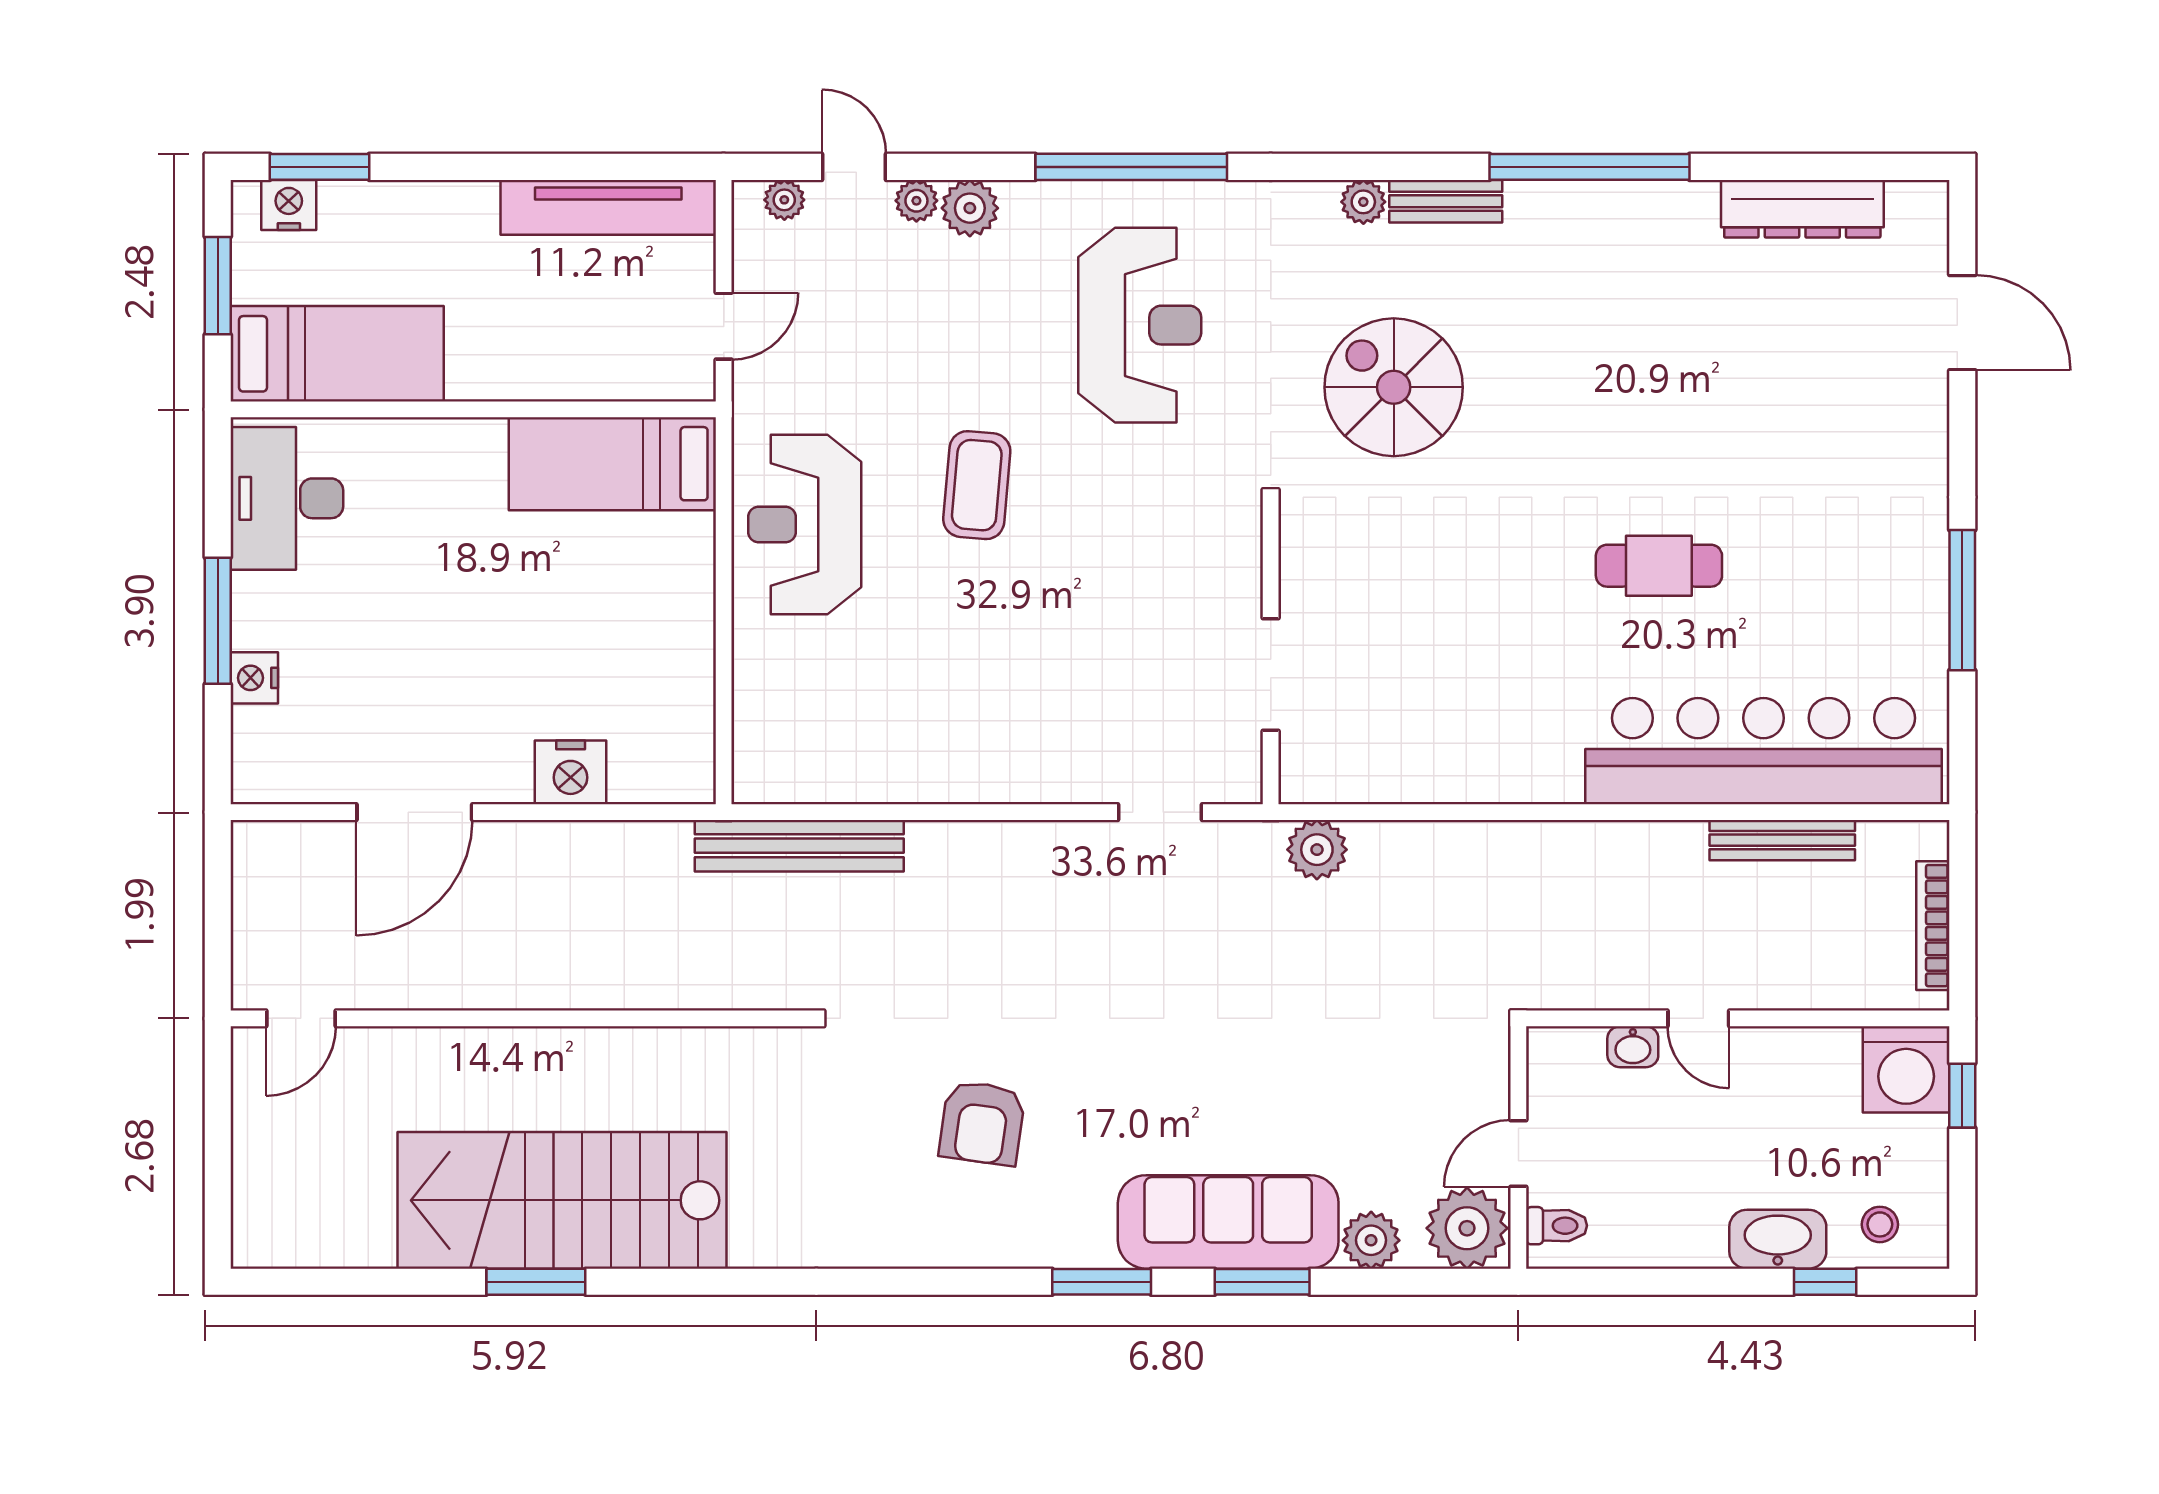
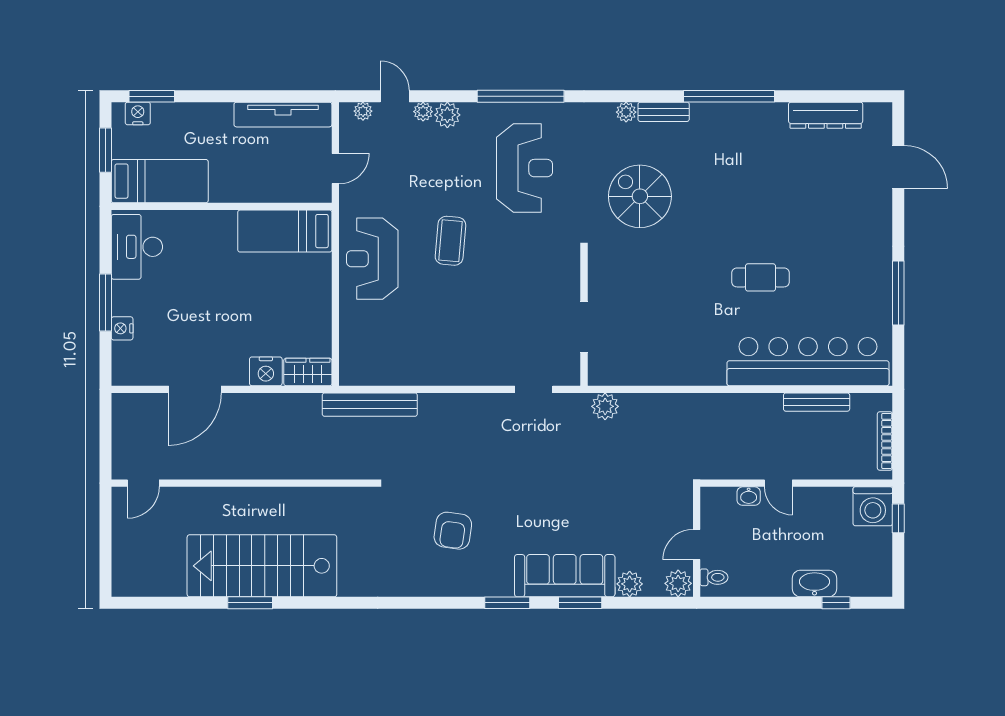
wardrobe: (663, 774) -> (308, 372), added
stool: (1880, 1224) -> (861, 577), removed
plant: (1467, 1228) -> (678, 583), width x0.73, depth x0.73

